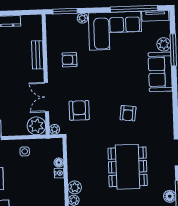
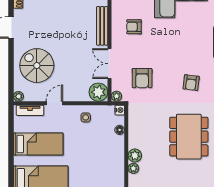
bench: (38, 55) -> (102, 26), width x1.36
armchair: (79, 110) -> (142, 78), turned 180
nightstand: (59, 173) -> (120, 110), moved

